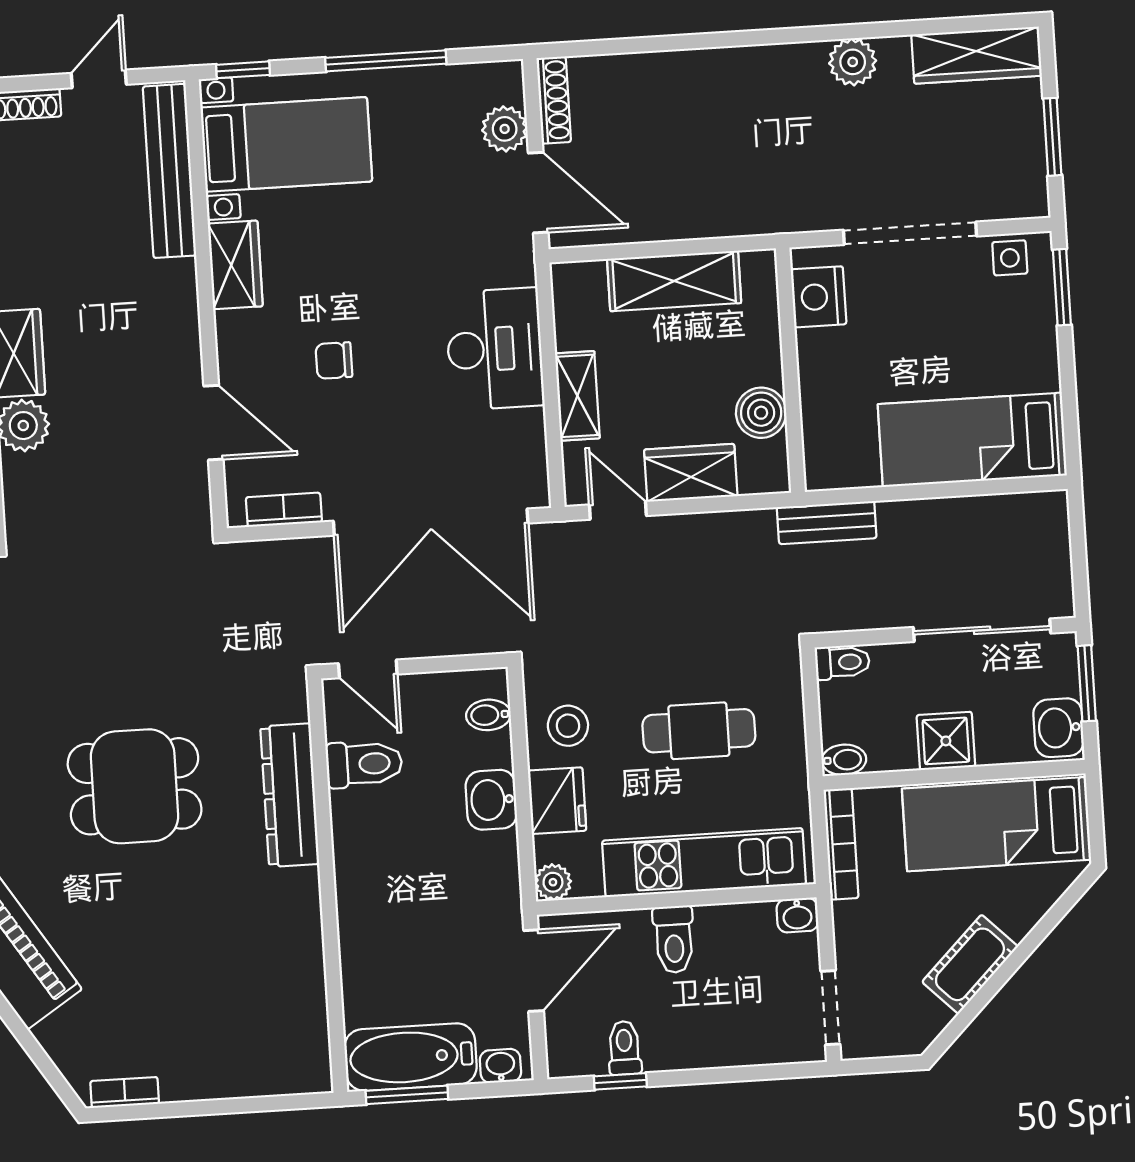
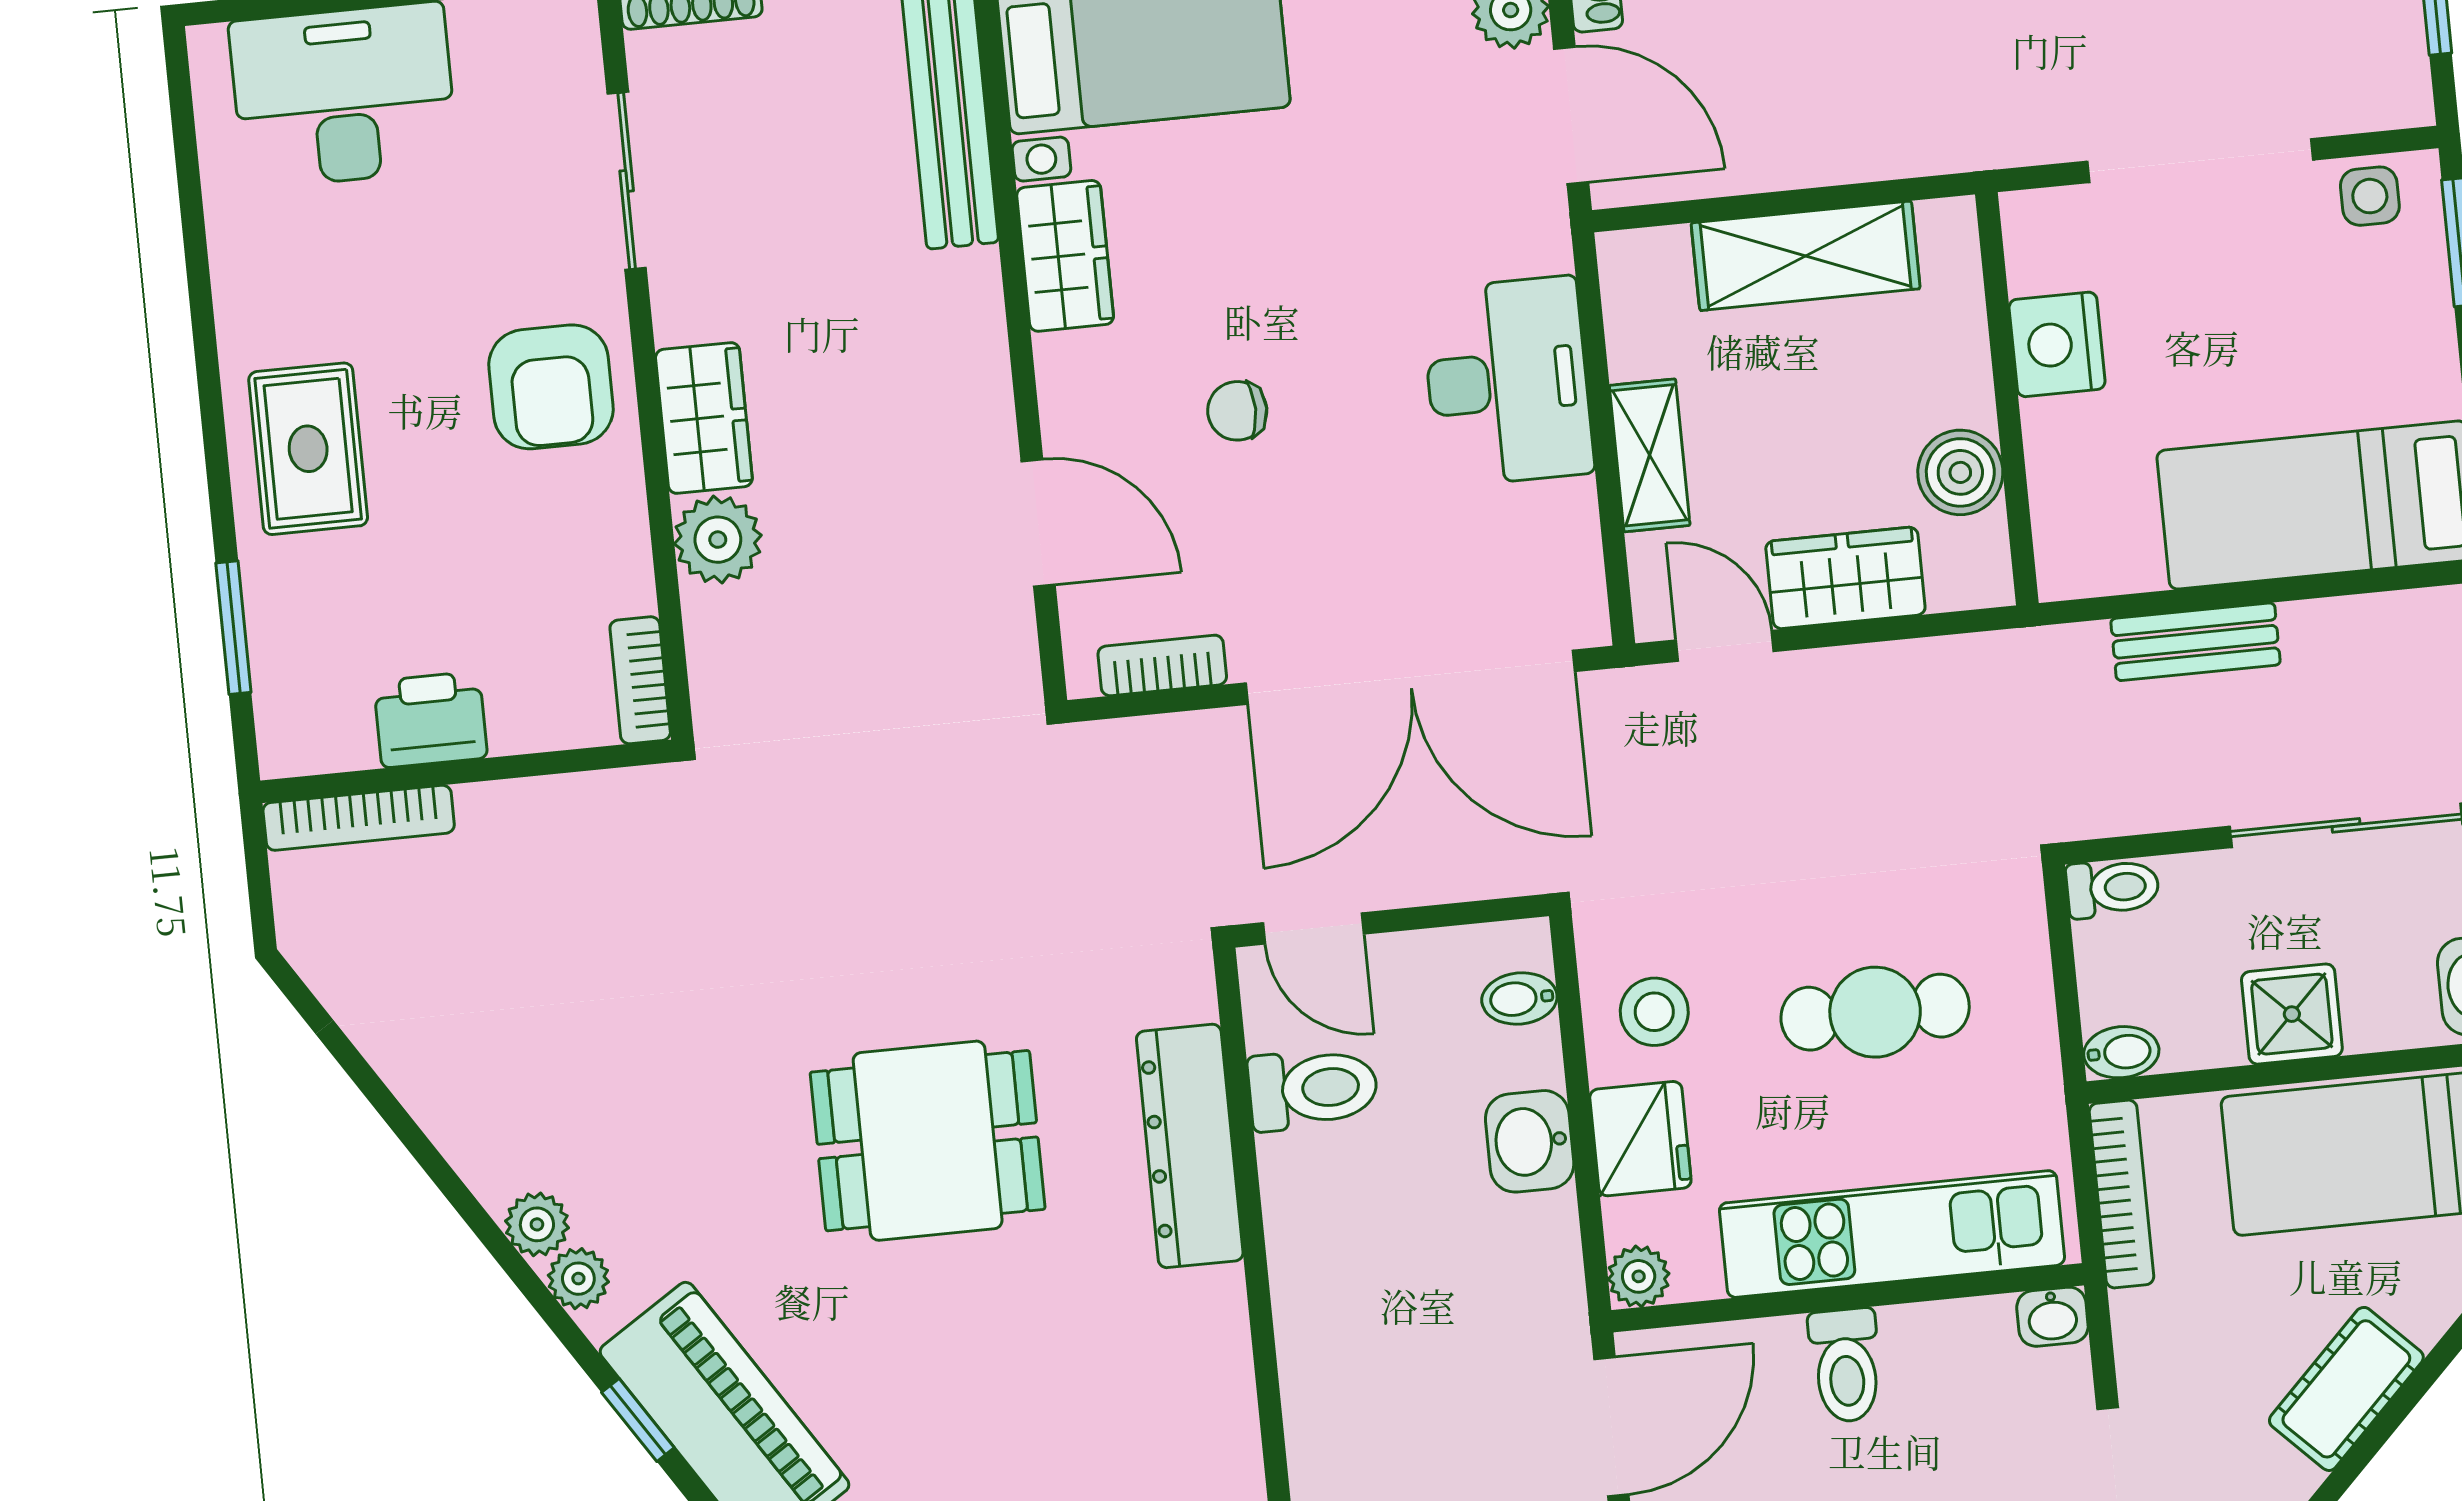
nightstand: (819, 297) -> (2057, 344), moved
bench: (827, 523) -> (2196, 642), moved

